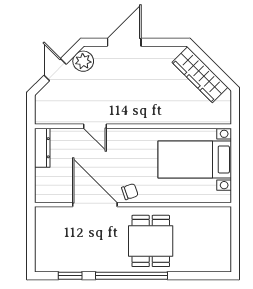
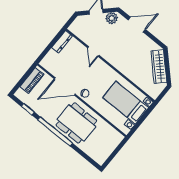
door: (95, 205) -> (65, 86), swing flipped
piano: (44, 233) -> (32, 80), added
dining table: (151, 241) -> (76, 123), width x1.38

